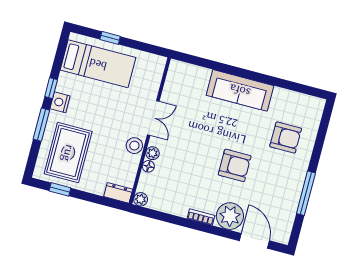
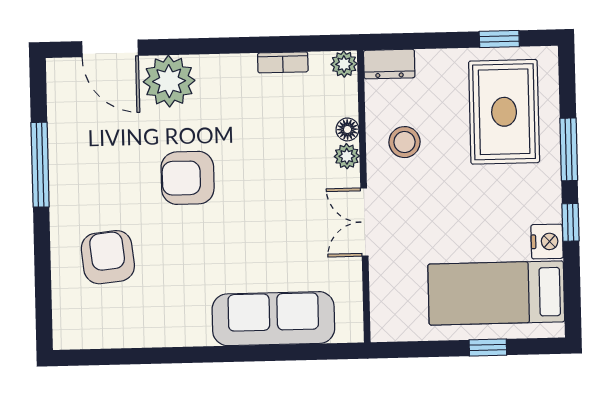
sofa: (240, 90) -> (273, 319), moved
nightstand: (60, 102) -> (547, 241), moved
armchair: (286, 138) -> (108, 257), turned 84
stool: (134, 146) -> (404, 142), moved
bookcase: (201, 217) -> (283, 62), moved

